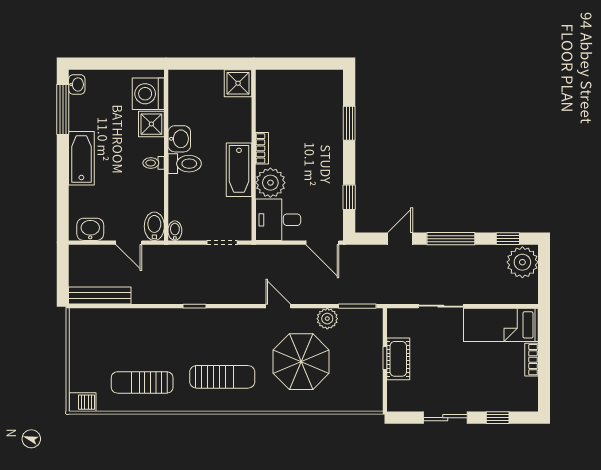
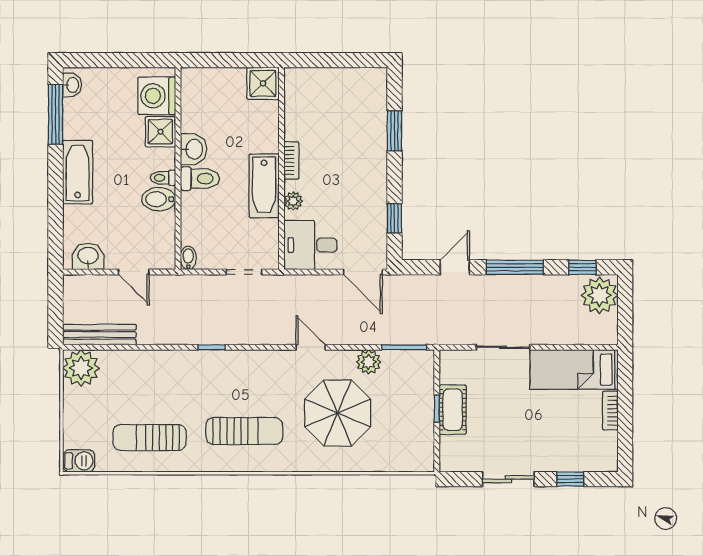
plant: (270, 183) -> (293, 201), width x0.53, depth x0.53
bidet: (154, 226) -> (159, 199), moved, turned -90
plant: (84, 324) -> (81, 368), added

